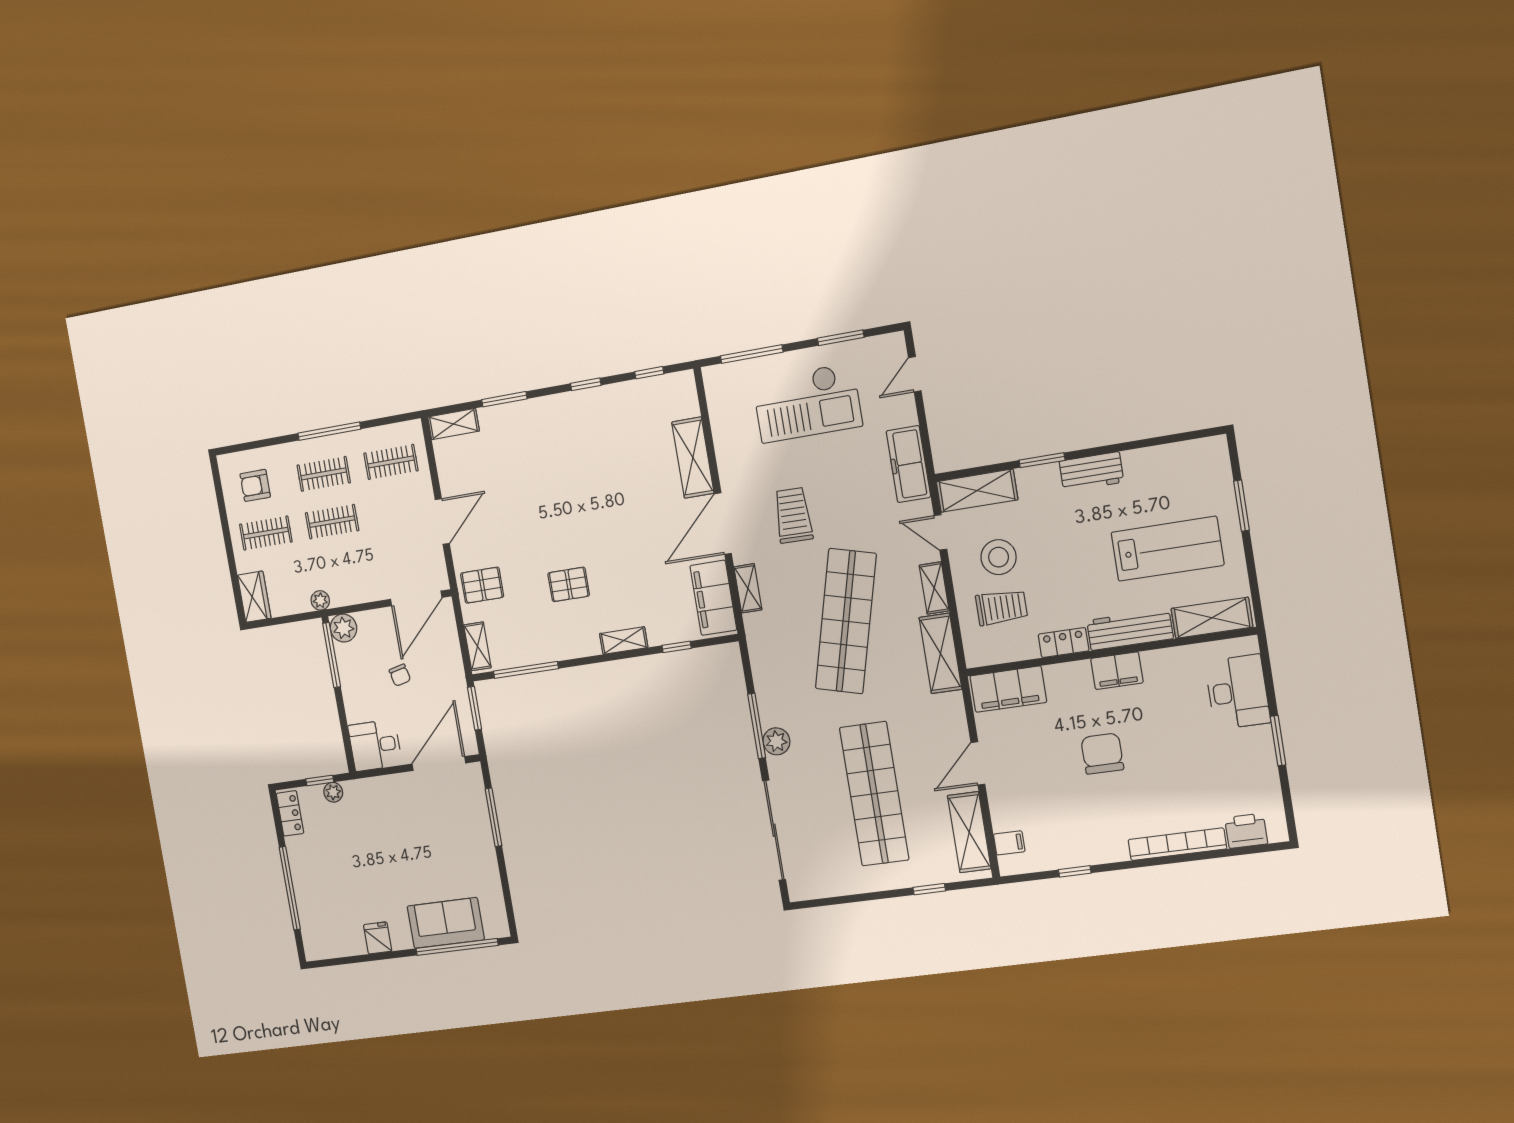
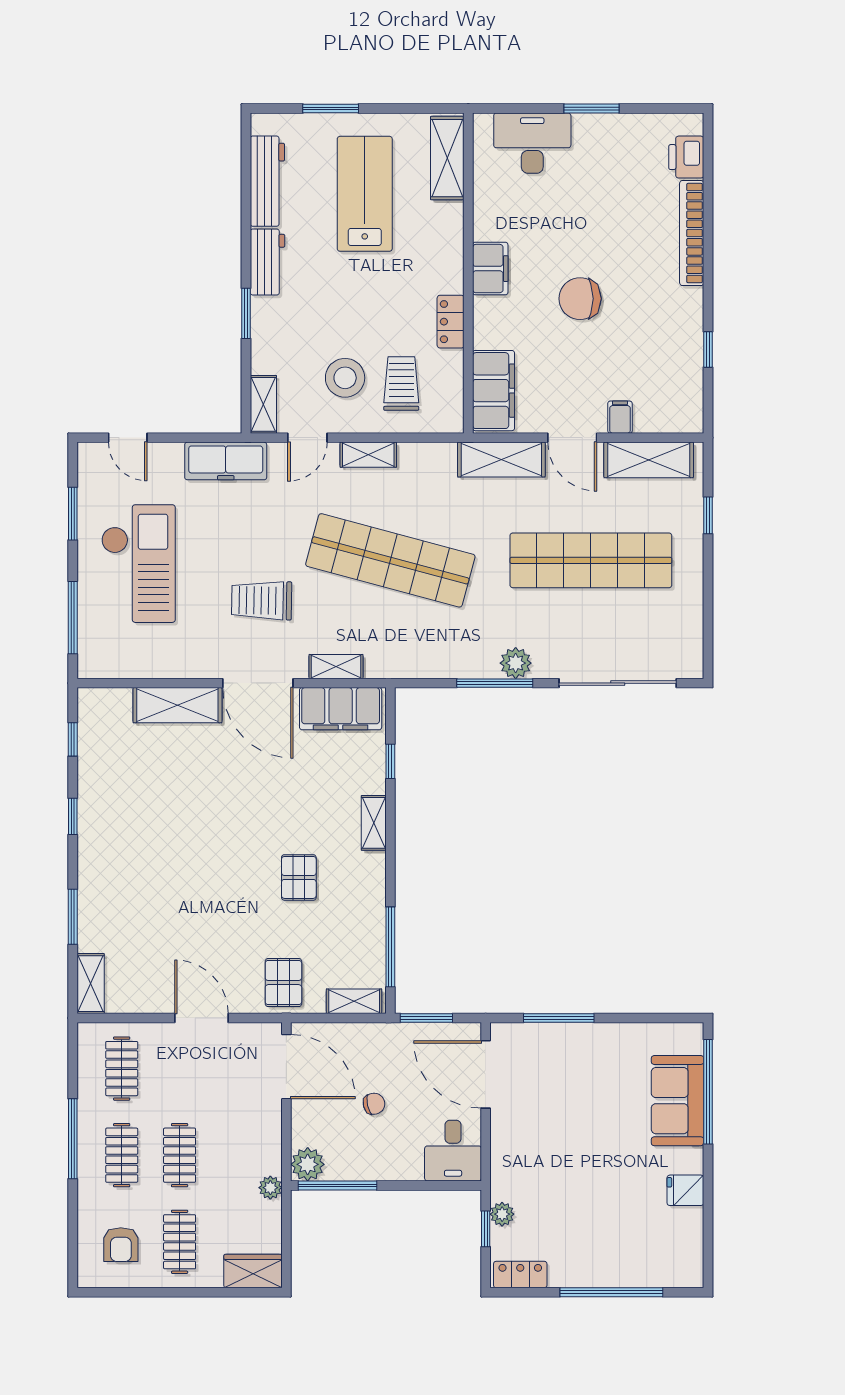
shelving: (977, 491) -> (263, 404), width x0.67, depth x0.75
workbench: (1130, 630) -> (267, 181), moved, turned 180
shelving: (940, 653) -> (501, 460), moved
filing cabinet: (1009, 843) -> (620, 417), moved

